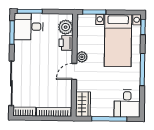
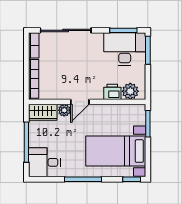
desk: (29, 27) -> (125, 49), width x1.37
plant: (82, 57) -> (64, 110), moved
door: (74, 72) -> (80, 102), swing flipped

